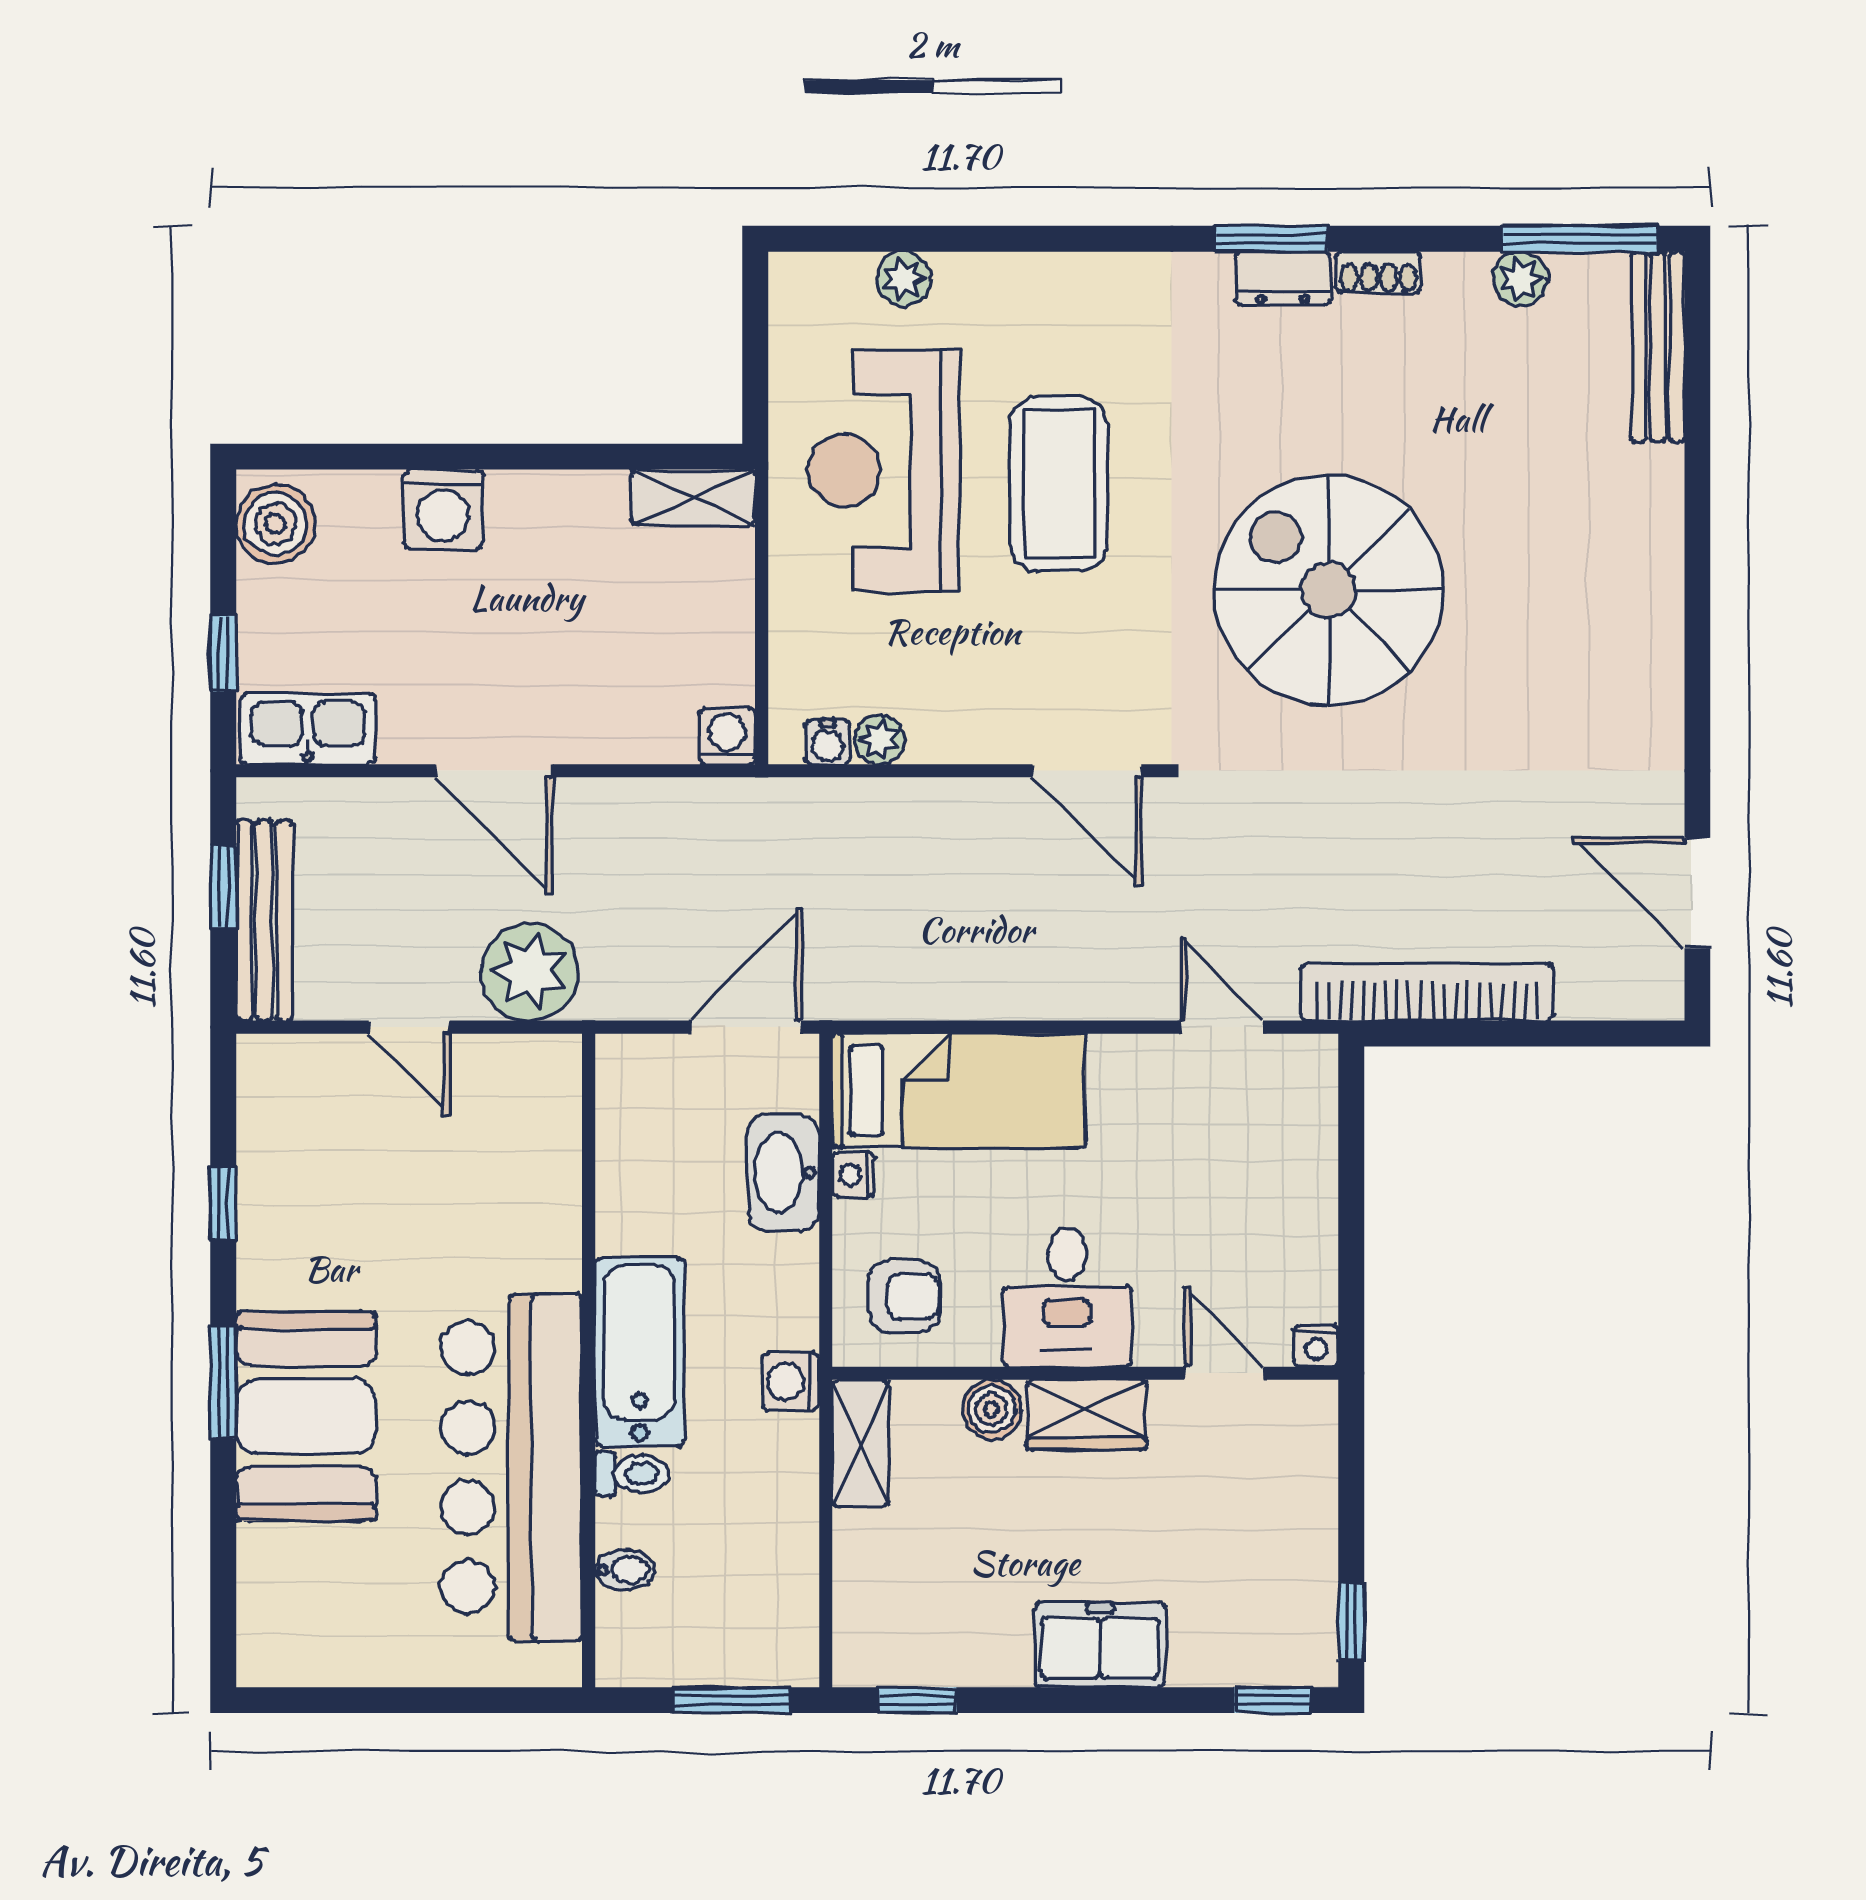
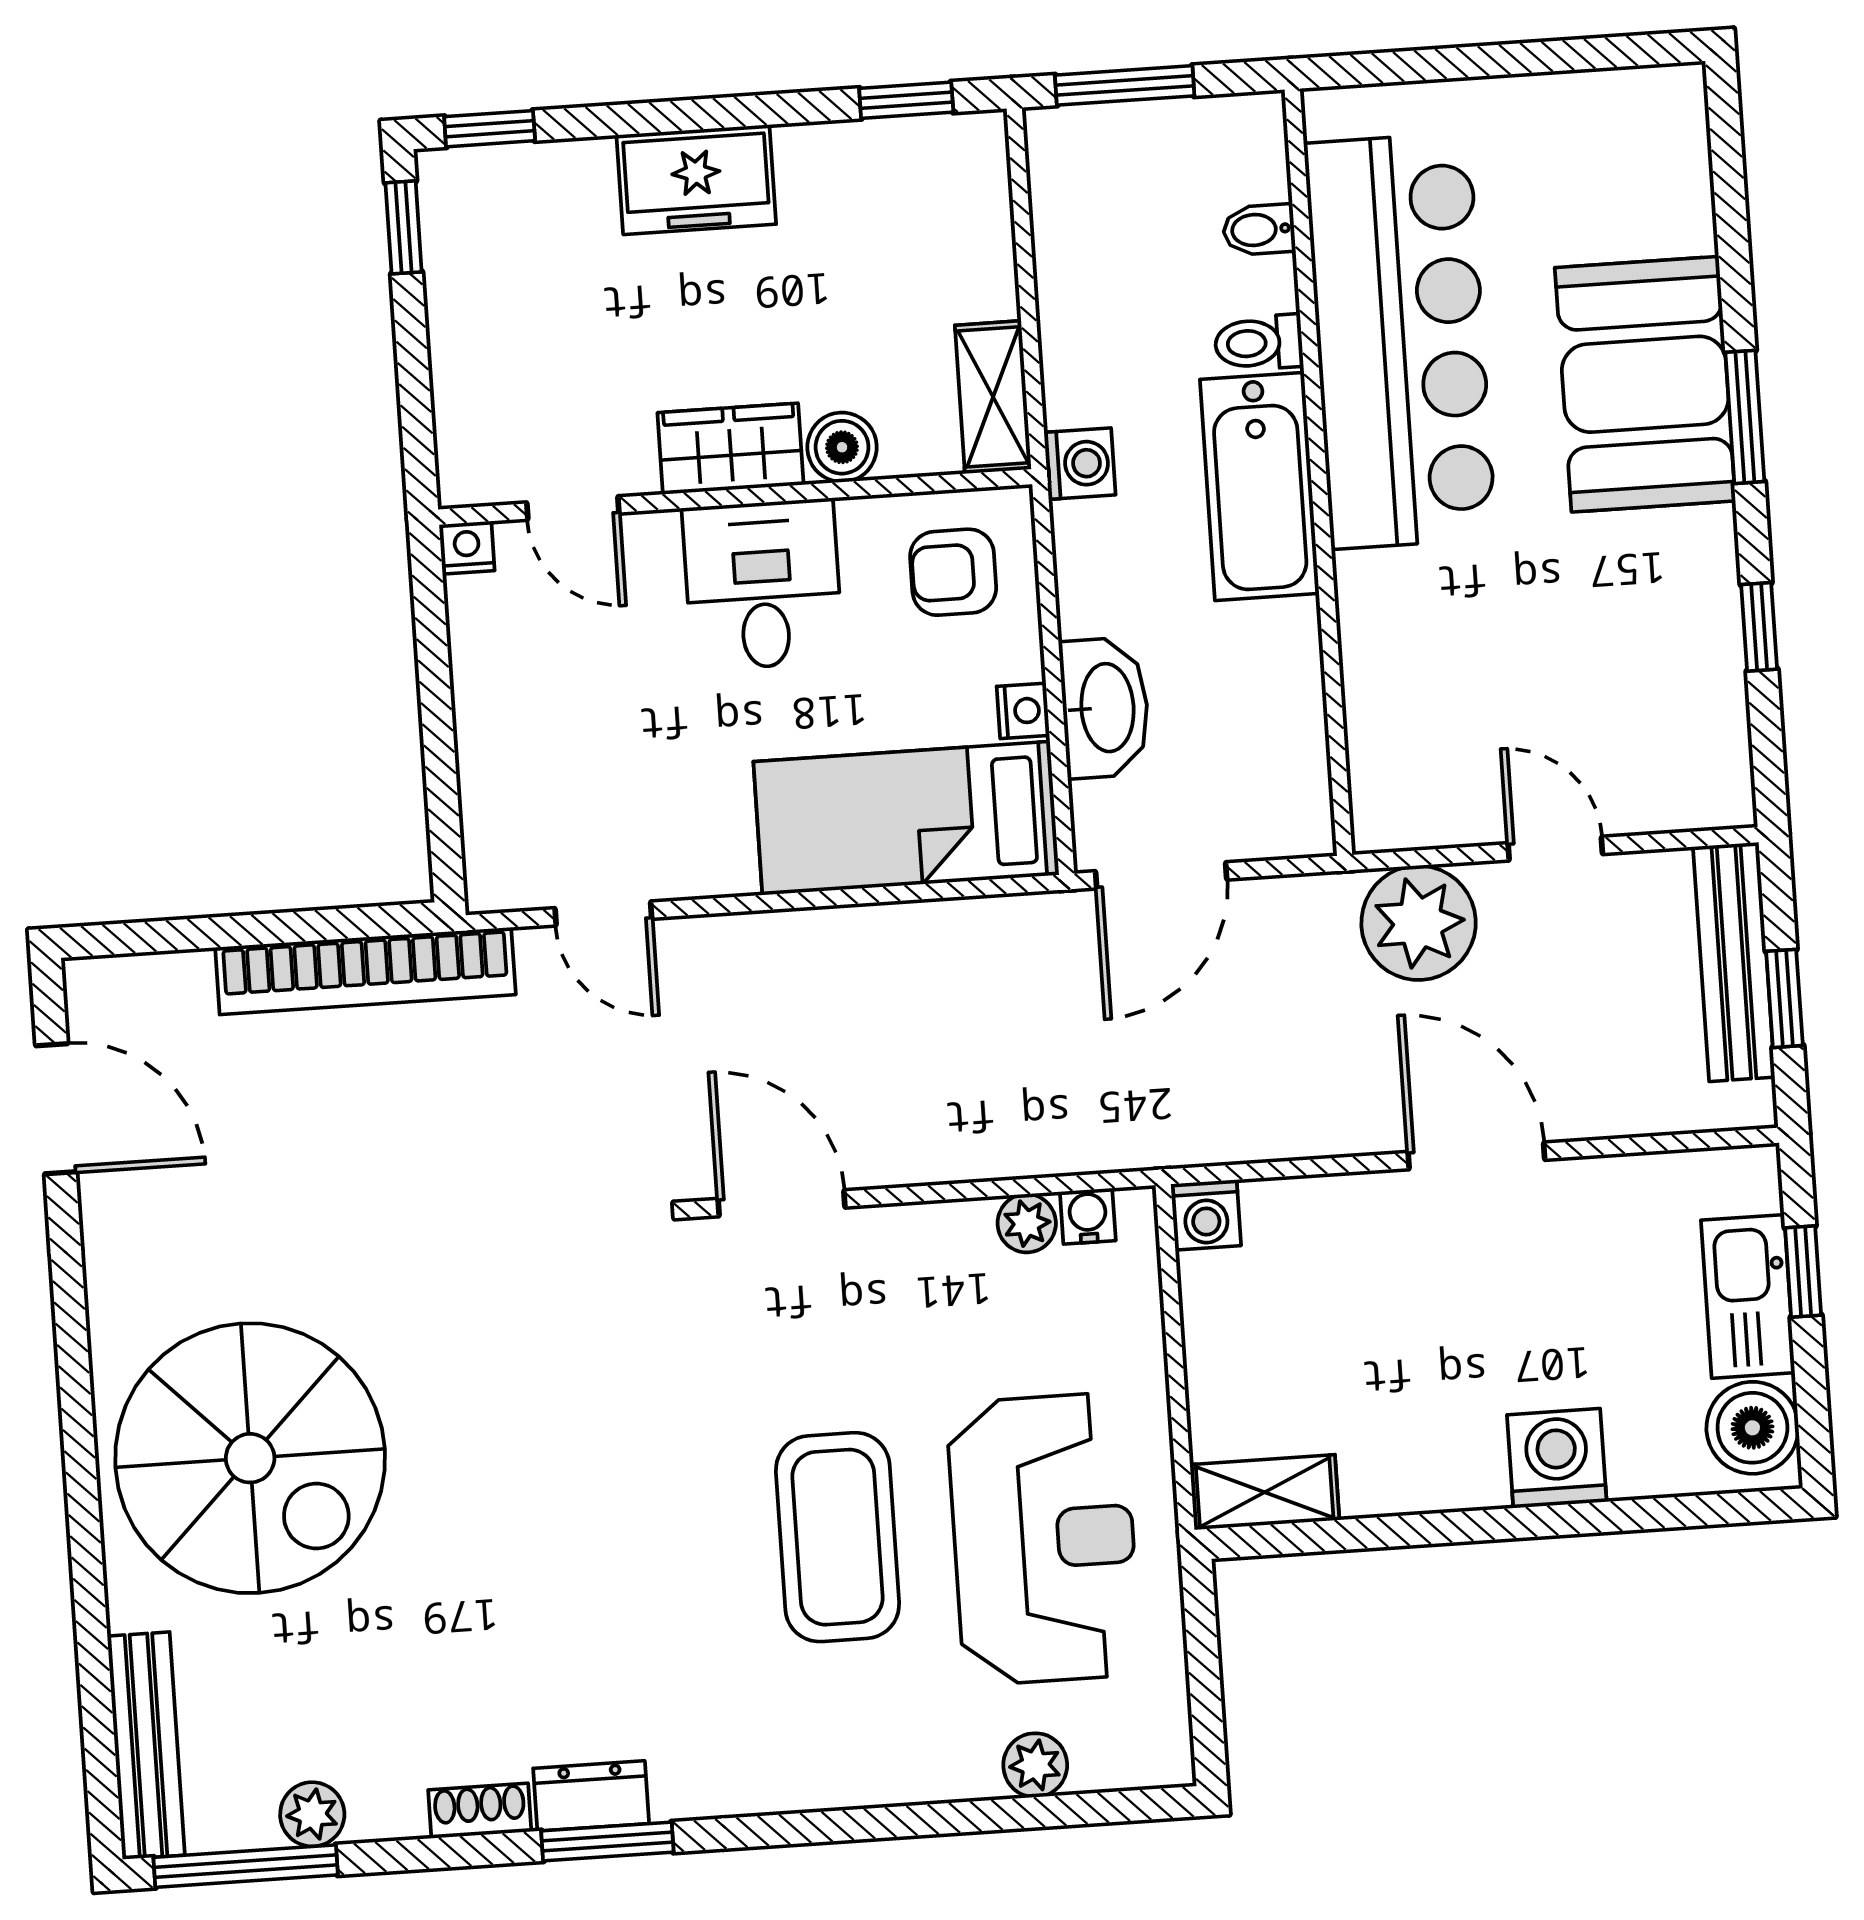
spiral stairs: (1329, 590) -> (250, 1458), moved
kitchen sink: (308, 729) -> (1748, 1296), moved, turned 90

